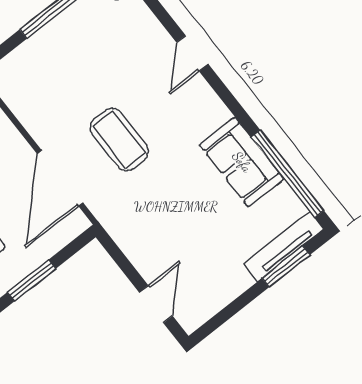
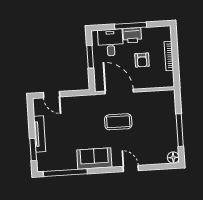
sofa: (242, 162) -> (94, 158), moved
tv unit: (284, 246) -> (40, 134), moved

